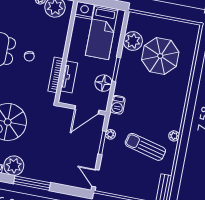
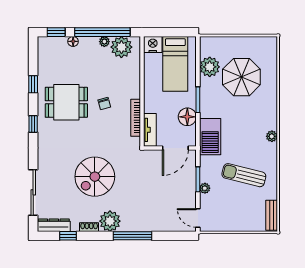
tv unit: (69, 77) -> (150, 130), moved
barbecue: (118, 105) -> (210, 137), width x1.88, depth x1.53
plant: (110, 134) -> (205, 188), moved
plant: (174, 136) -> (272, 136), moved

